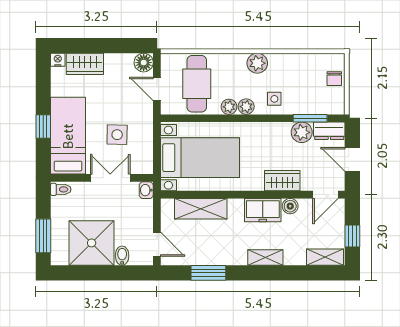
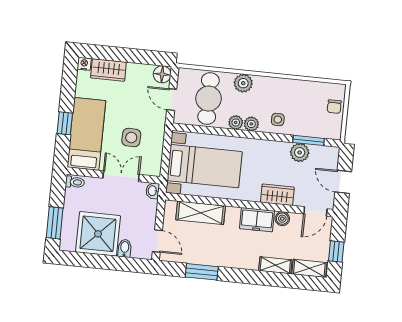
plant: (257, 63) -> (243, 83), moved
dresser: (329, 131) -> (325, 154), removed
shelving: (265, 258) -> (275, 265), moved

